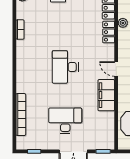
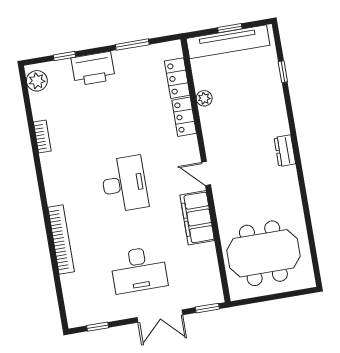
desk: (65, 67) -> (124, 184), turned 180
bookcase: (21, 115) -> (61, 240), moved
desk: (65, 121) -> (139, 270), turned 180

